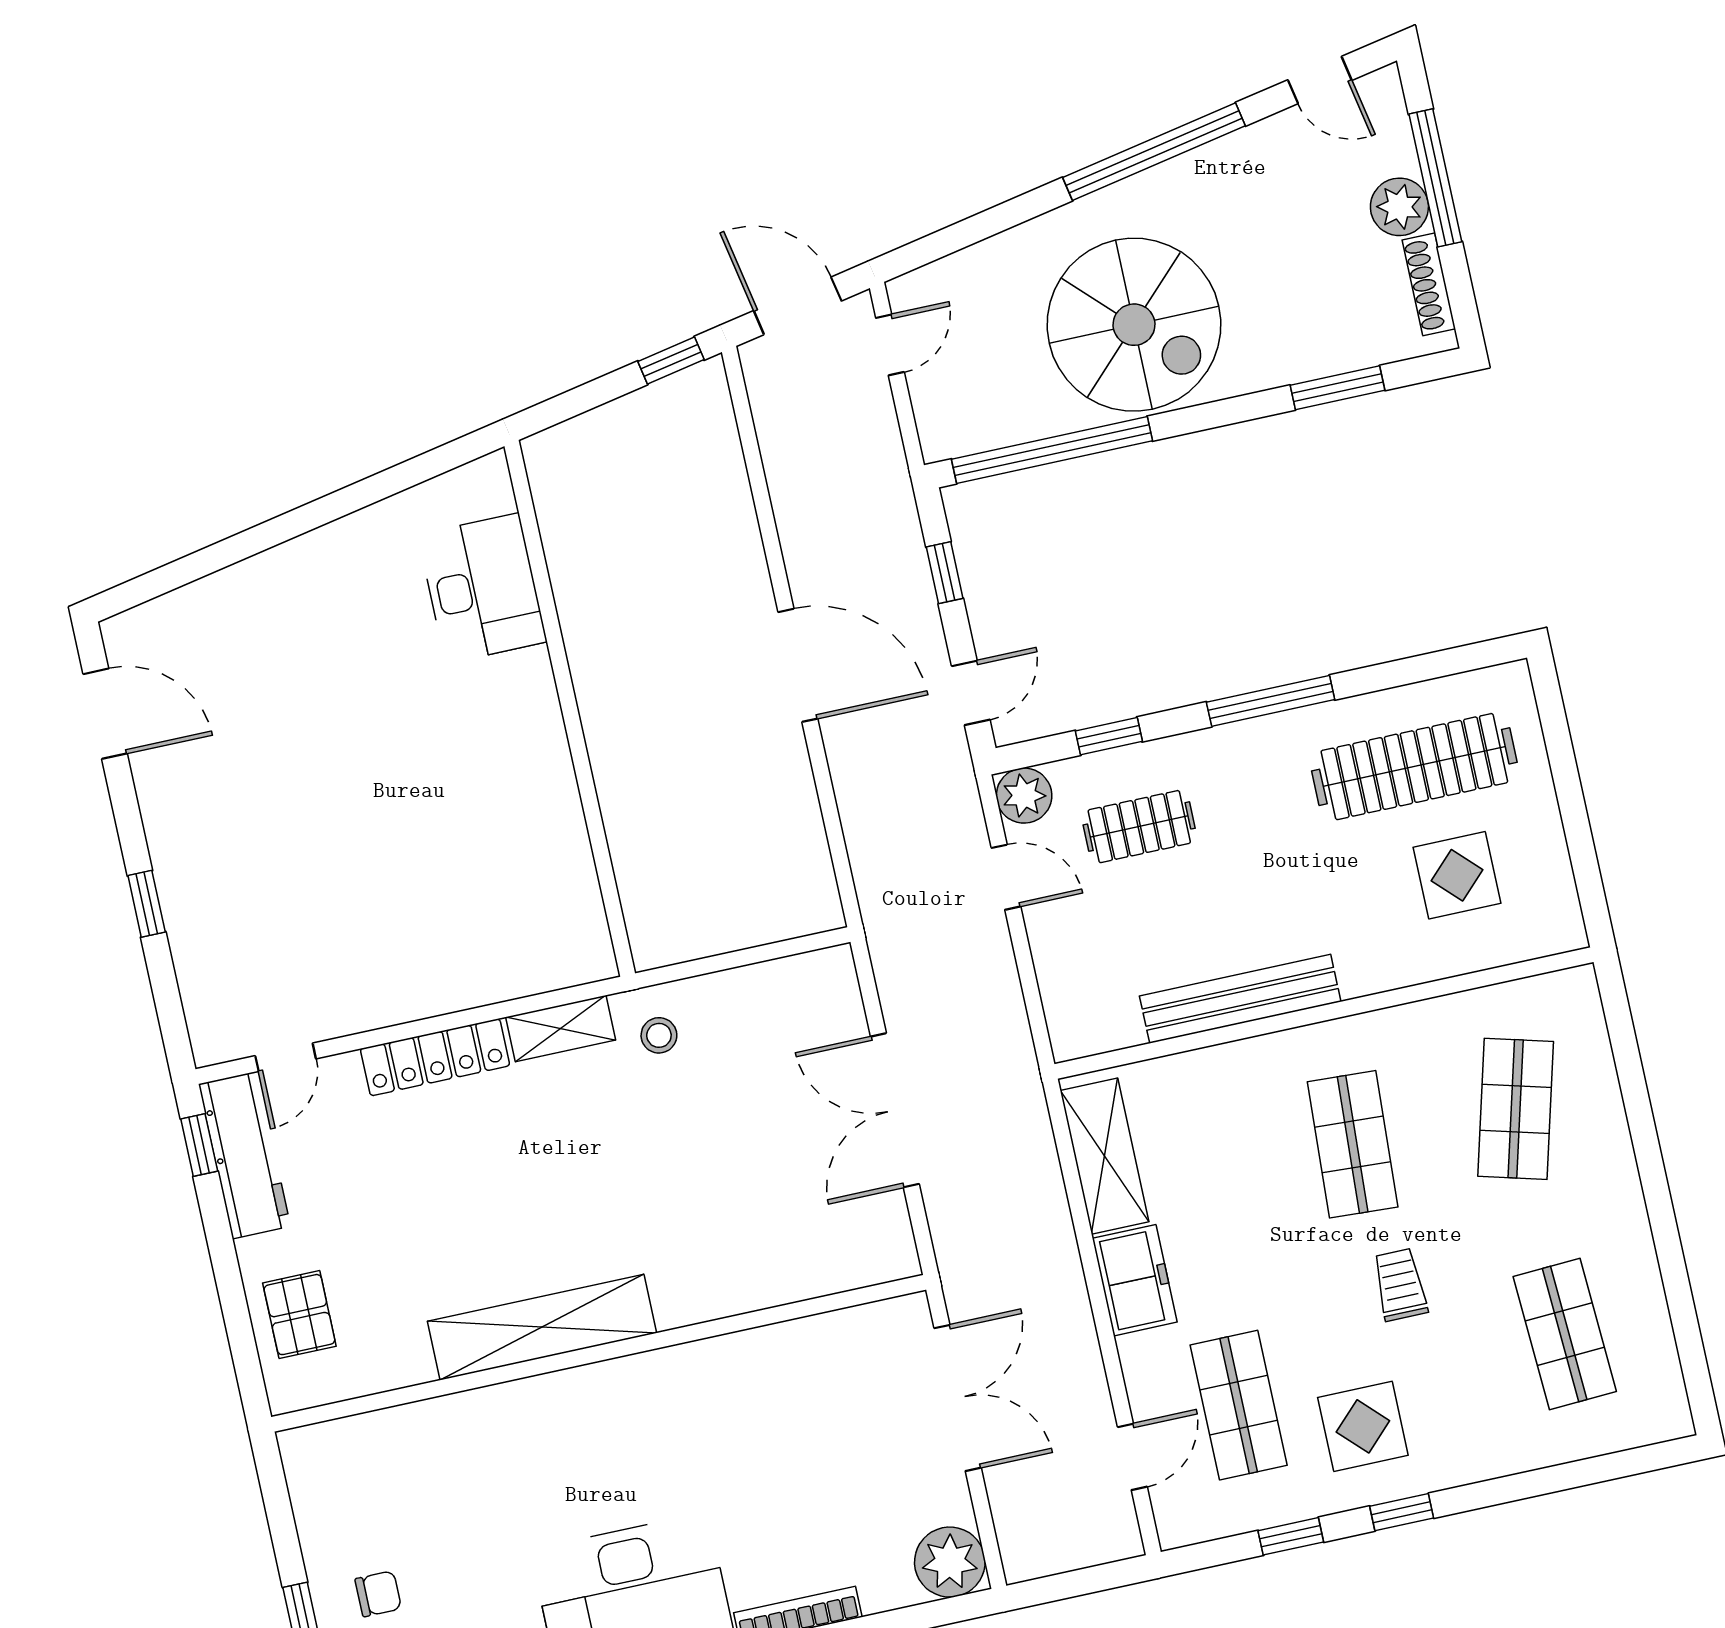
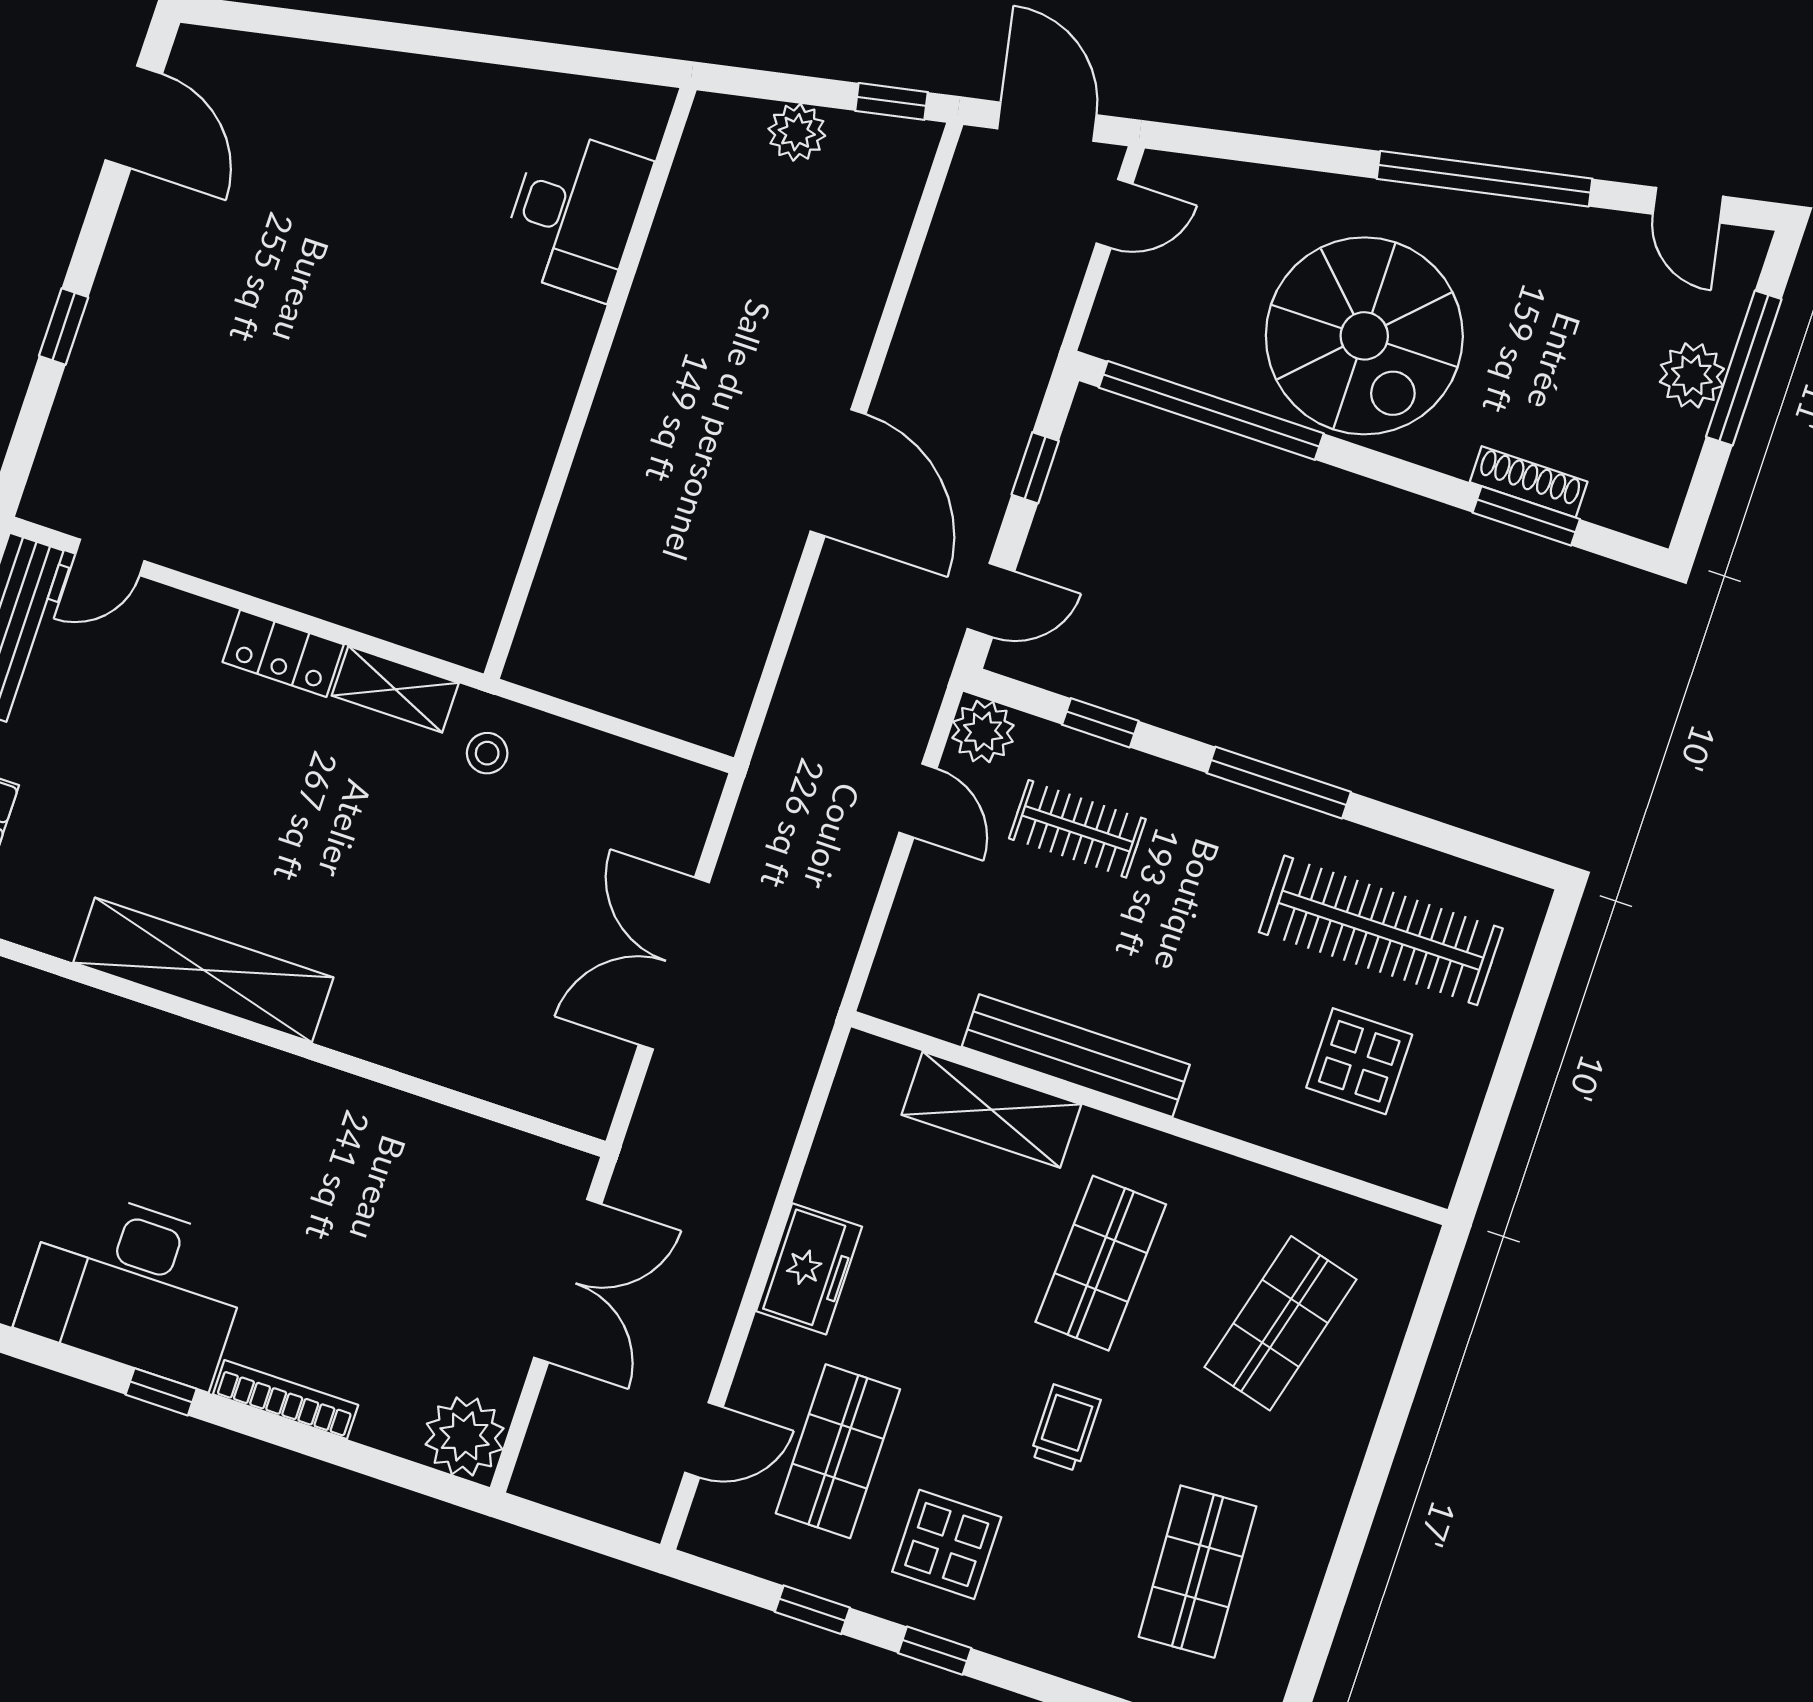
shoe rack: (1429, 284) -> (1529, 482), moved, turned 90
plant: (613, 426) -> (797, 132), added
locker: (435, 1057) -> (283, 653), width x0.66
shelving: (1105, 1156) -> (991, 1110), moved, turned 90

